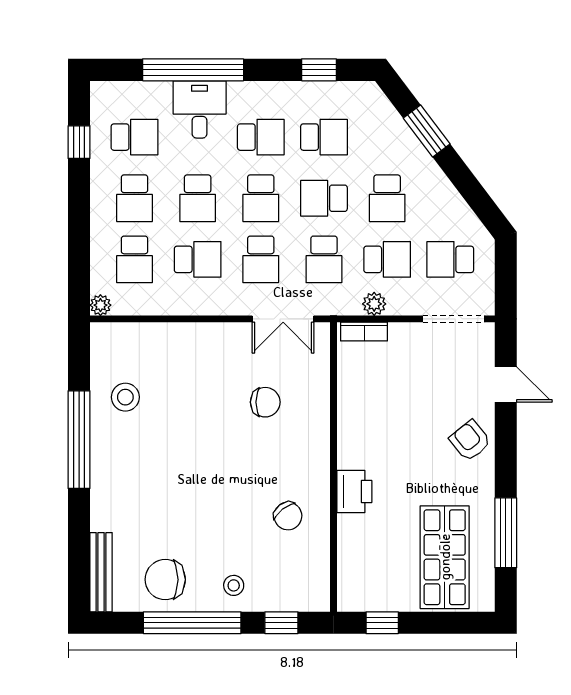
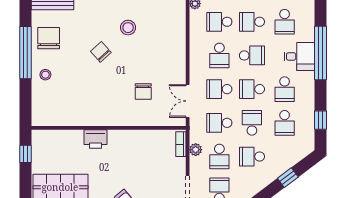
window: (427, 131) -> (288, 178), width x0.67
school desk: (198, 198) -> (252, 55), turned 180
stool: (125, 397) -> (128, 28), moved
chair: (288, 516) -> (101, 52), moved, turned 86
window: (281, 623) -> (26, 100), removed

